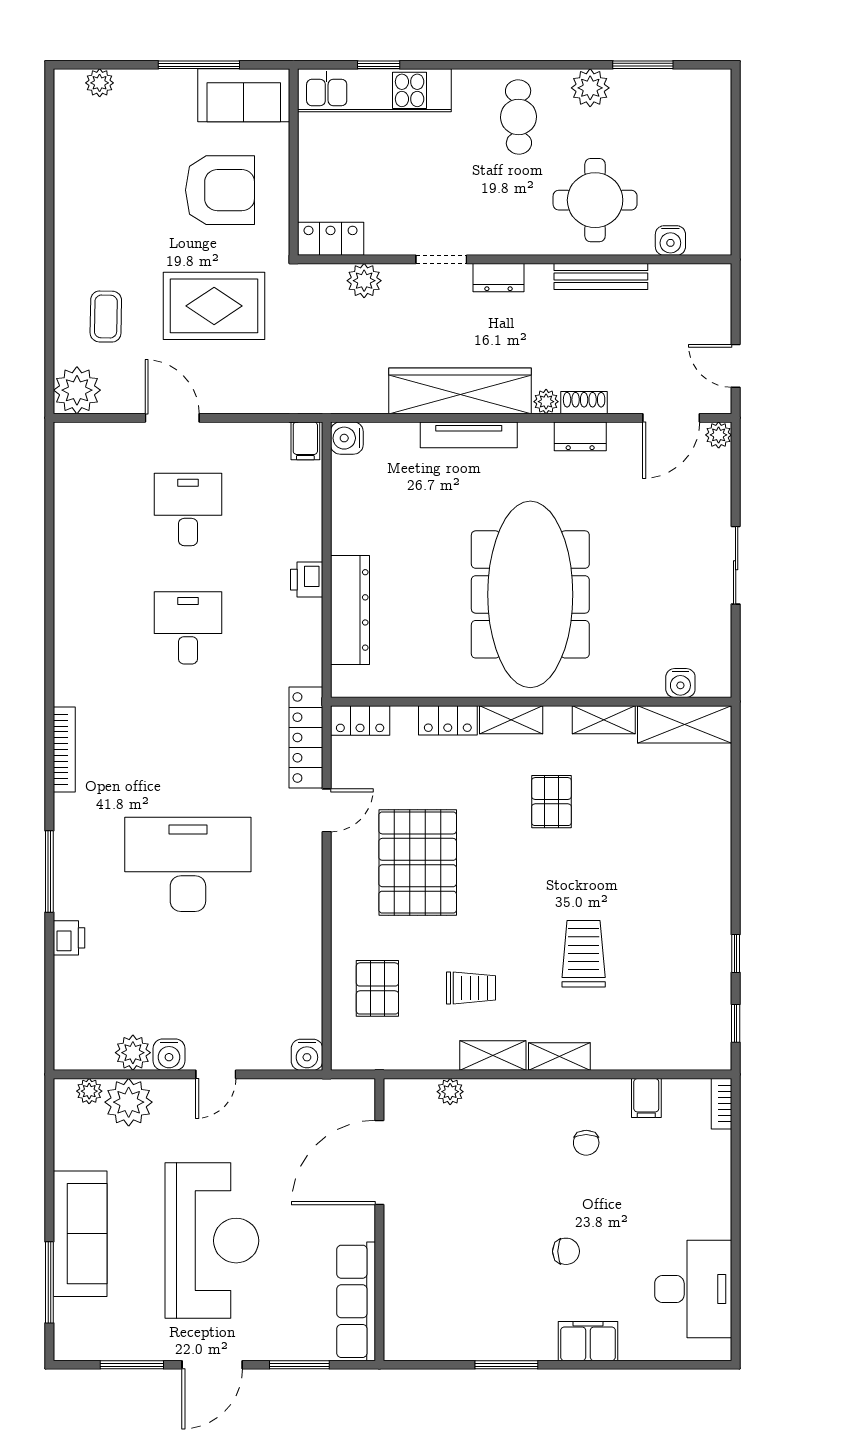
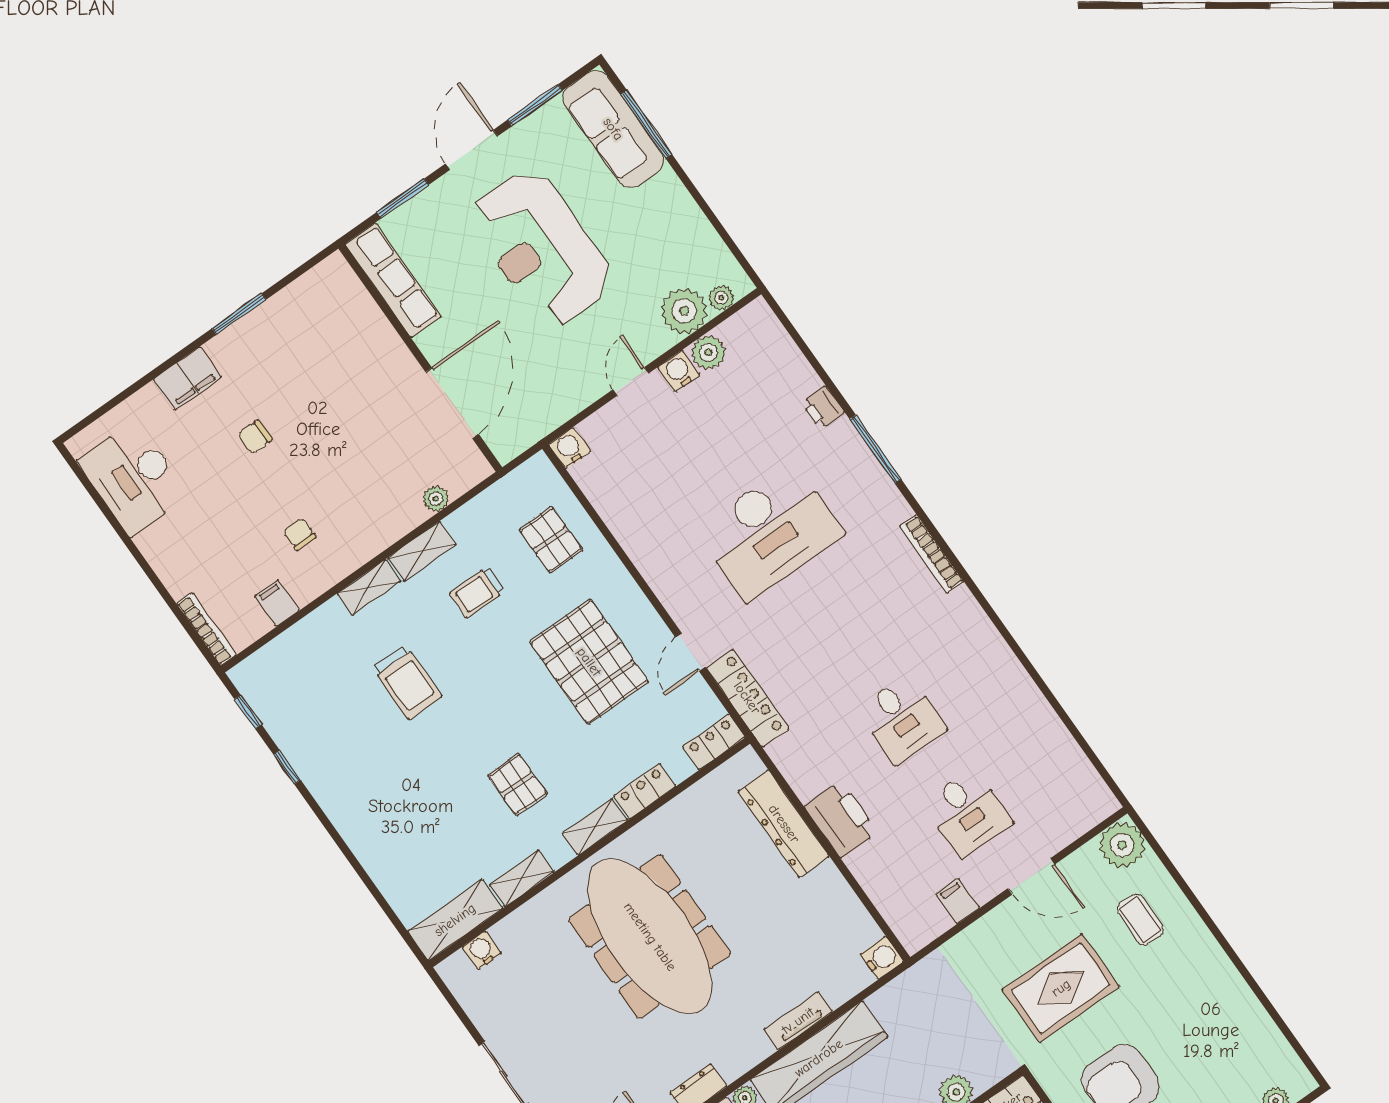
tv unit: (469, 435) -> (798, 1021), width x0.71
filing cabinet: (305, 441) -> (958, 901), moved
printer: (307, 580) -> (841, 819), width x1.87, depth x1.48
bookcase: (722, 1104) -> (206, 629), width x1.56
sofa: (80, 1234) -> (613, 129), moved

